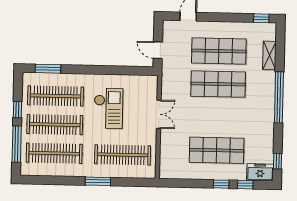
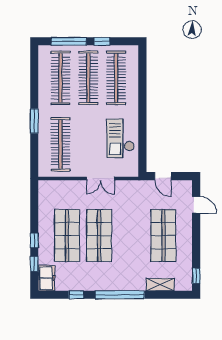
door: (158, 50) -> (163, 176), swing flipped
window: (48, 69) -> (142, 70), removed
shop shelf: (218, 84) -> (99, 235), moved
checkout: (108, 108) -> (121, 138), moved, turned 90
window: (278, 161) -> (76, 295), moved

